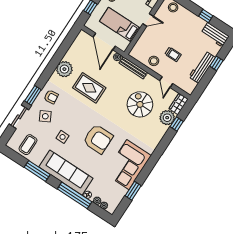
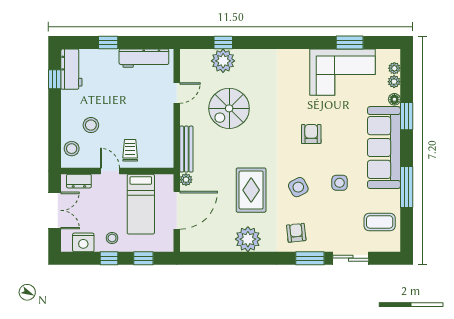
window: (206, 16) -> (55, 79), moved
trolley: (173, 54) -> (130, 150), moved
stool: (154, 61) -> (91, 125), moved
workbench: (202, 67) -> (144, 58), moved
wardrobe: (179, 104) -> (195, 58), removed
side table: (45, 116) -> (298, 187), moved
armchair: (98, 139) -> (311, 134), width x0.53, depth x0.53
corner sofa: (128, 165) -> (342, 72), moved
window: (75, 195) -> (407, 116), width x0.47

